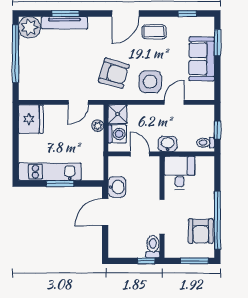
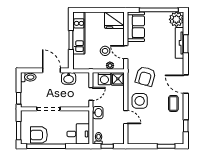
sofa: (202, 59) -> (136, 27), moved, turned 90
stool: (76, 133) -> (105, 51), added
desk: (180, 173) -> (78, 134), moved
toilet: (153, 247) -> (28, 77), moved

